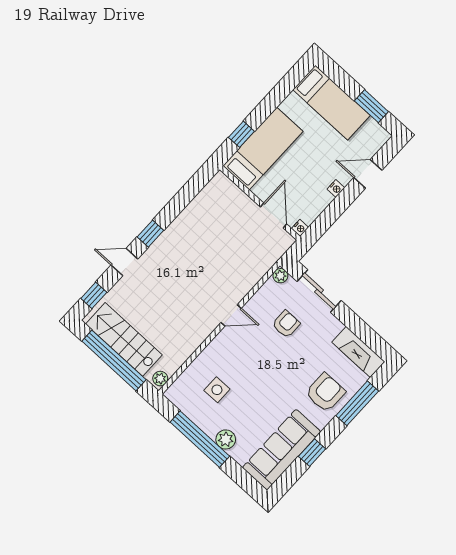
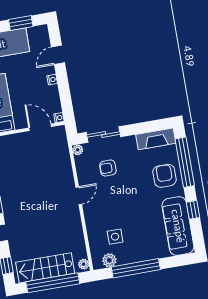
armchair: (286, 324) -> (108, 168), turned -90
window: (357, 403) -> (185, 162), width x1.46
plant: (226, 439) -> (109, 260), moved

